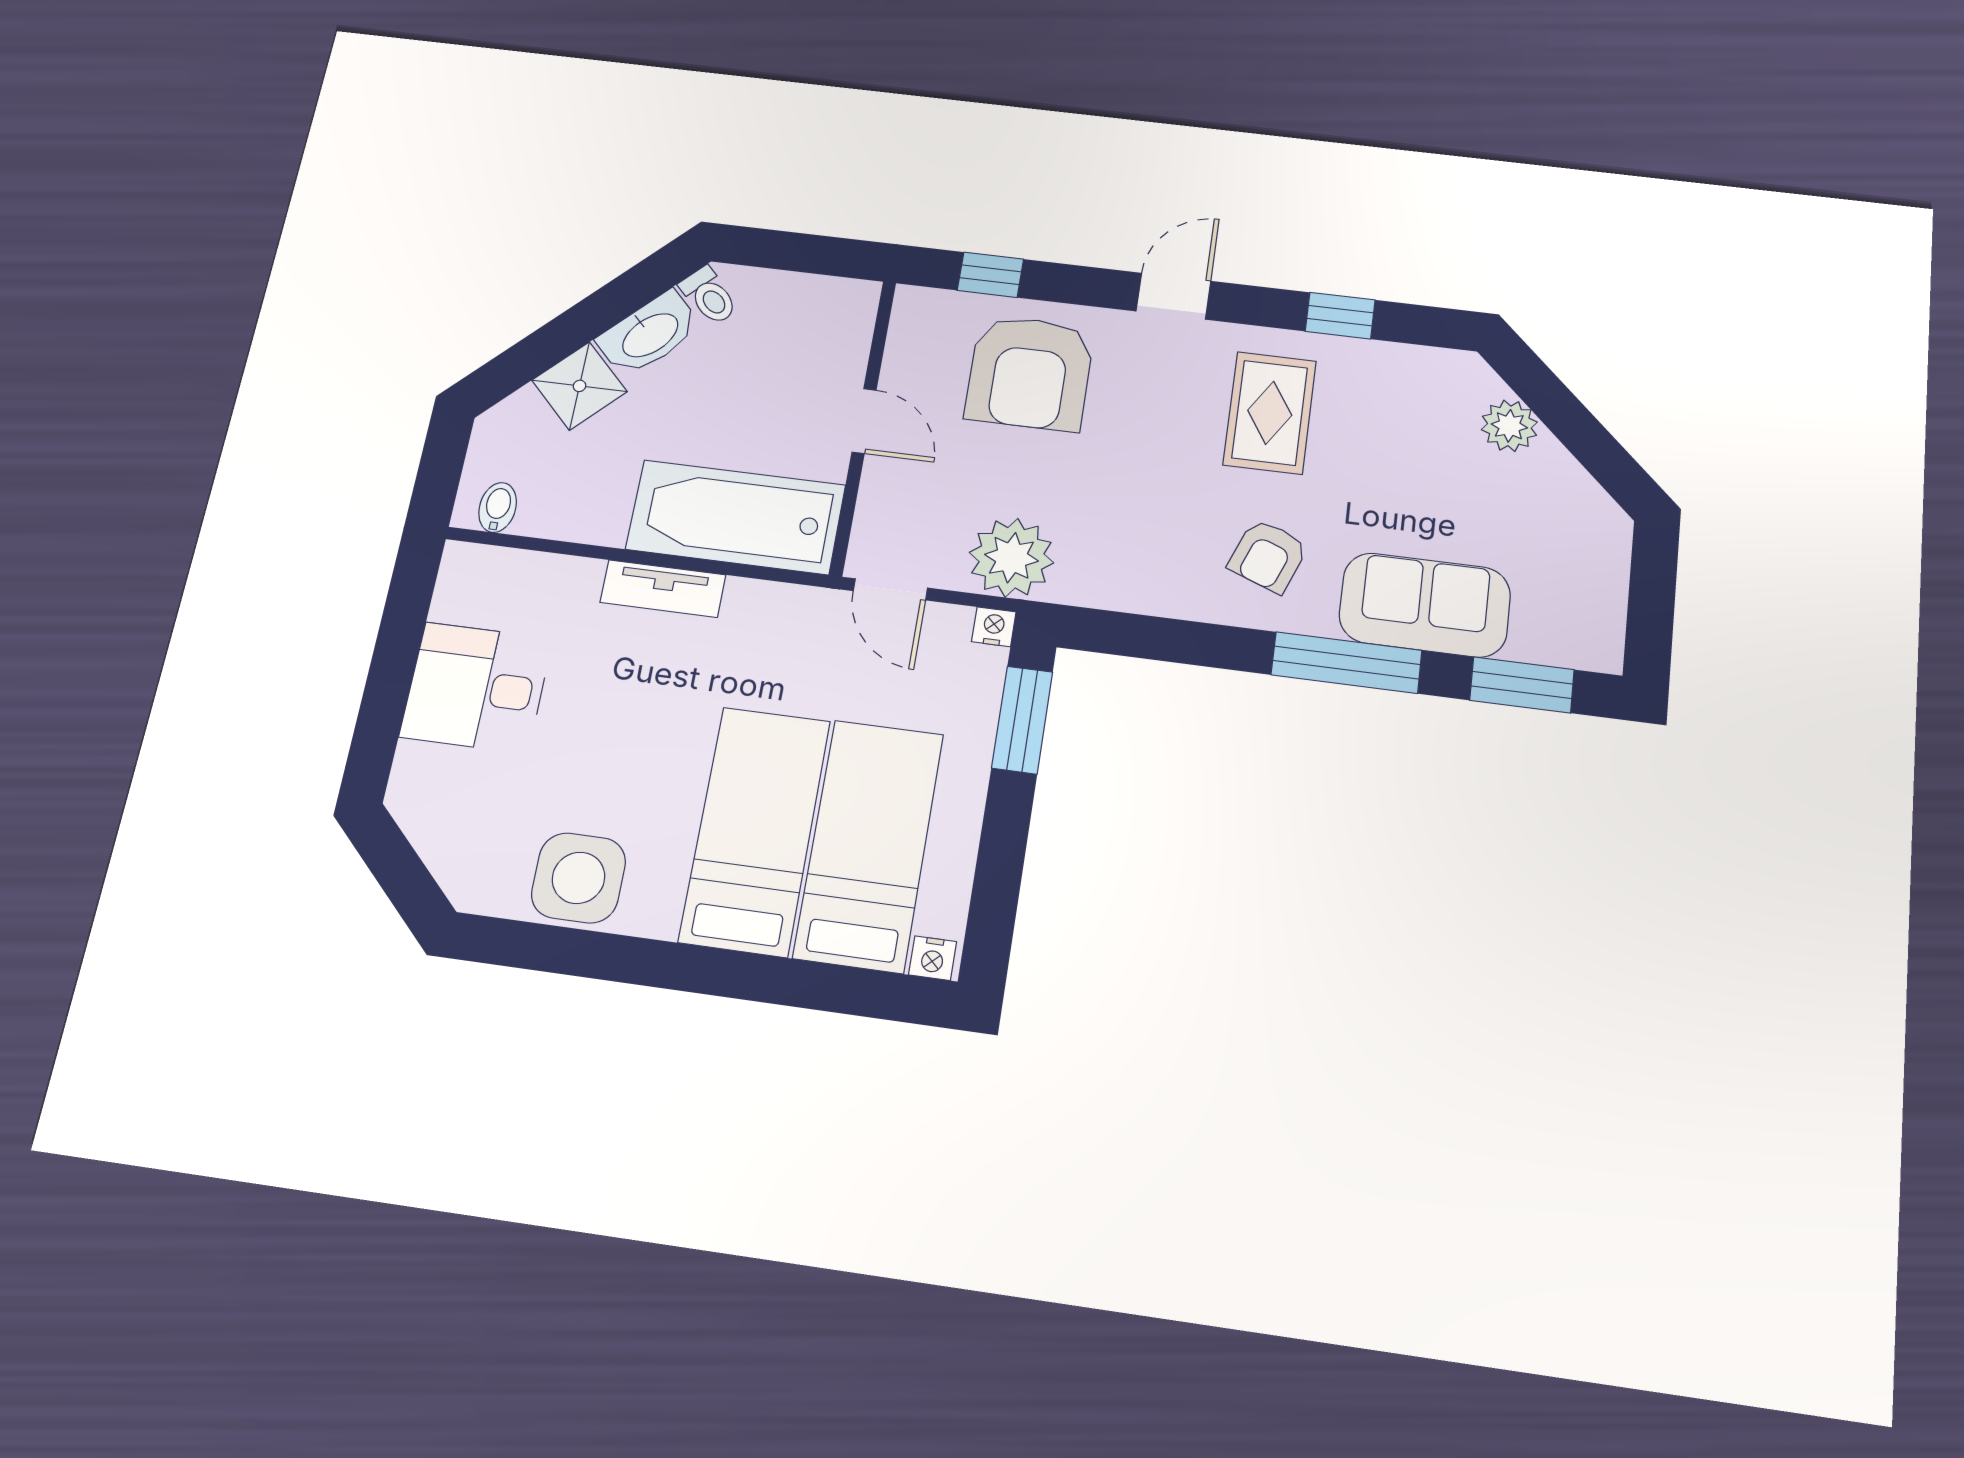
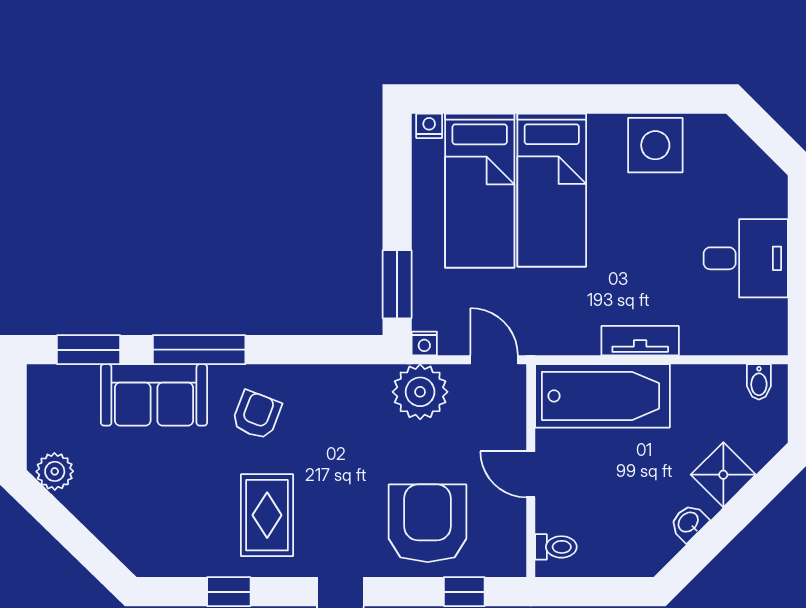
toilet: (709, 296) -> (556, 547), moved, turned 135
washbasin: (649, 334) -> (689, 523), width x0.52, depth x0.69
plant: (1509, 426) -> (55, 471), moved

